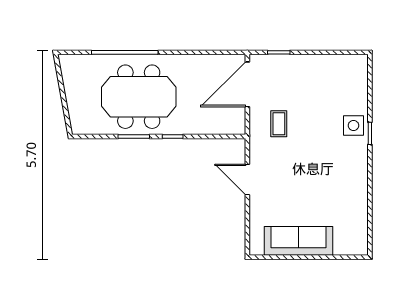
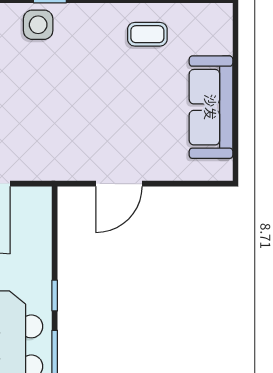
coffee table: (279, 124) -> (147, 34), moved

